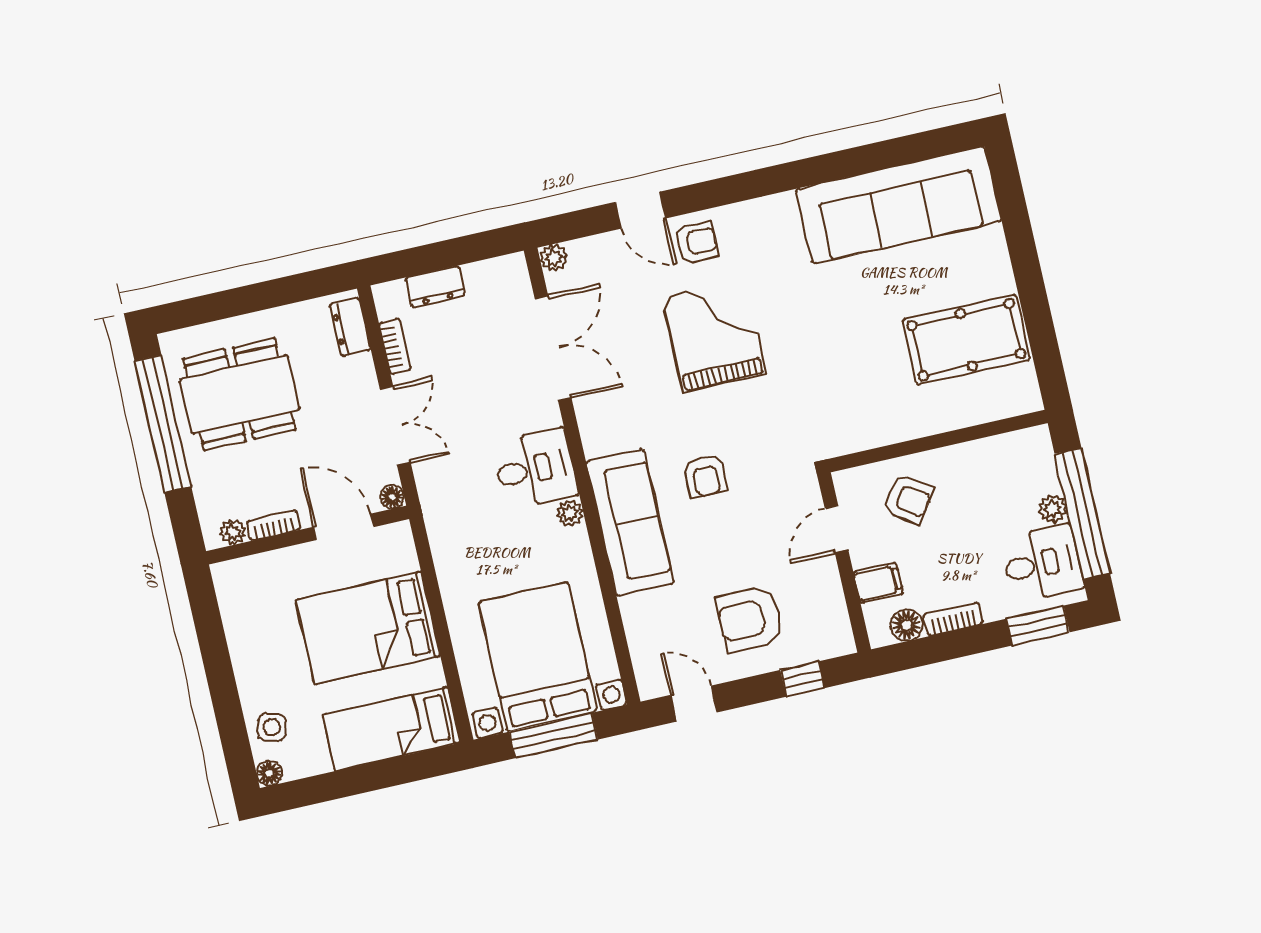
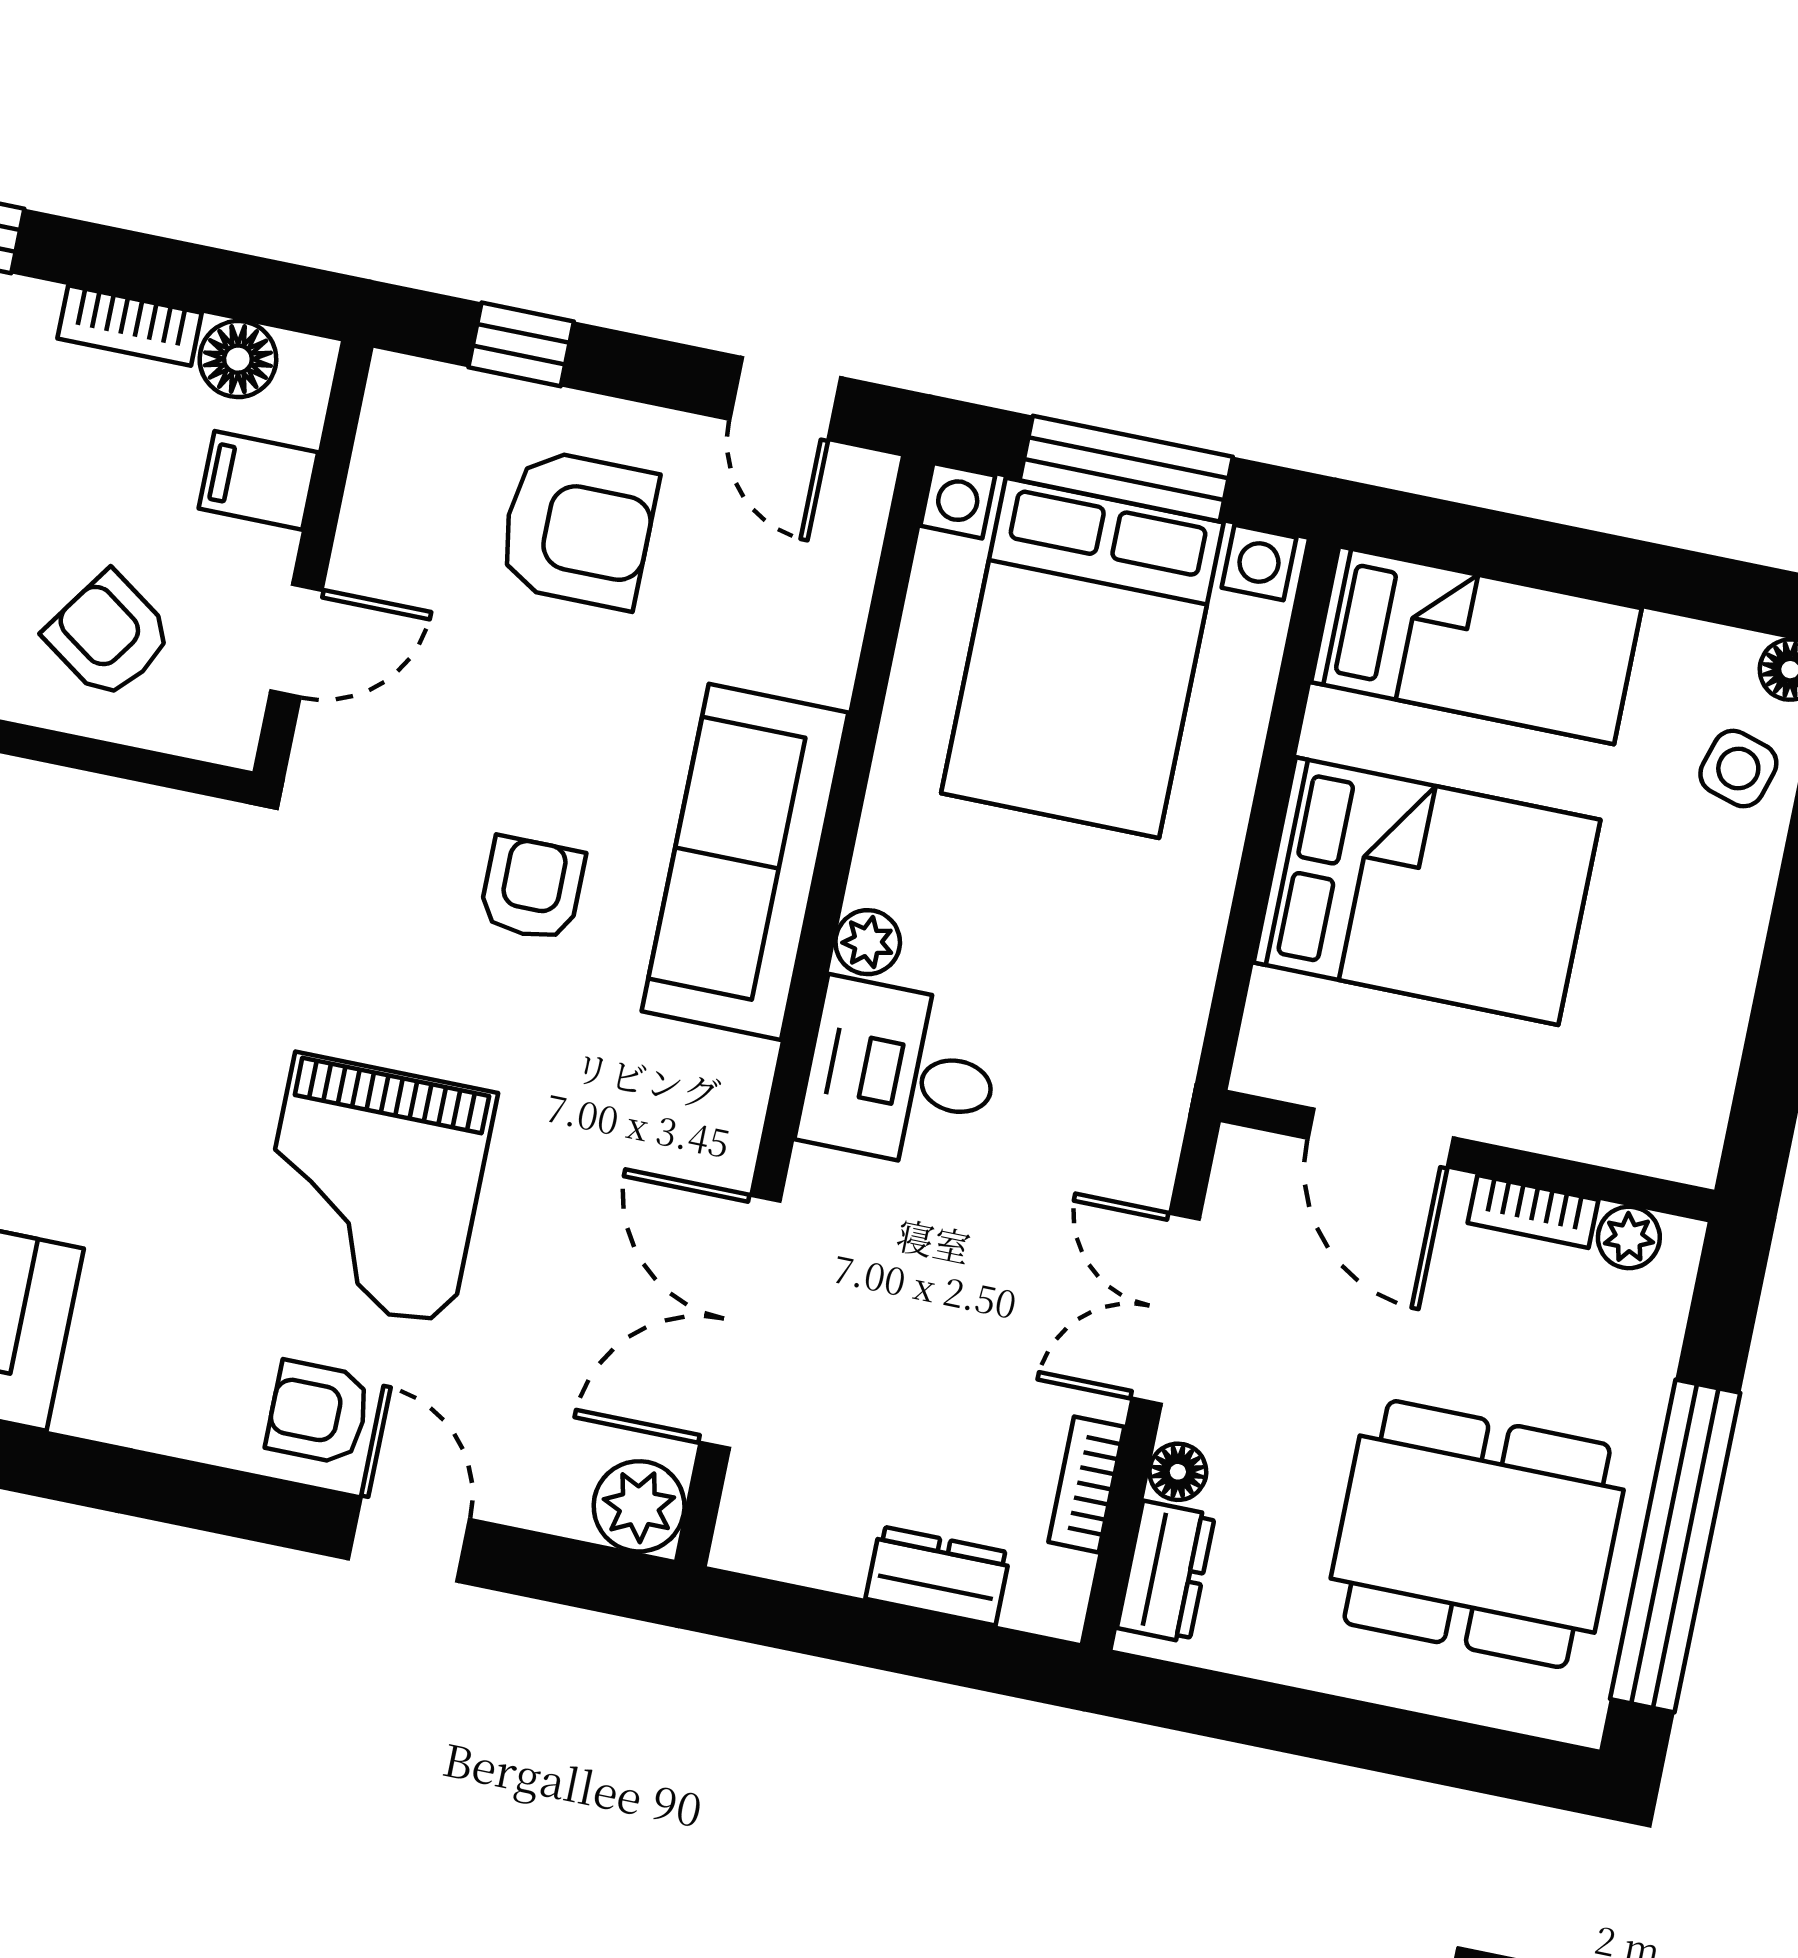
plant: (554, 258) -> (639, 1506), width x1.38, depth x1.38
floor lamp: (392, 497) -> (1178, 1472), moved

